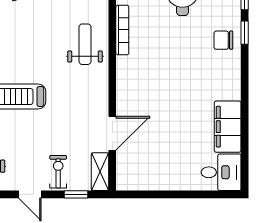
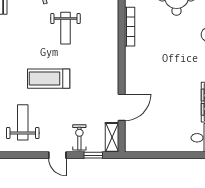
weight bench: (85, 44) -> (65, 28), moved, turned 180

